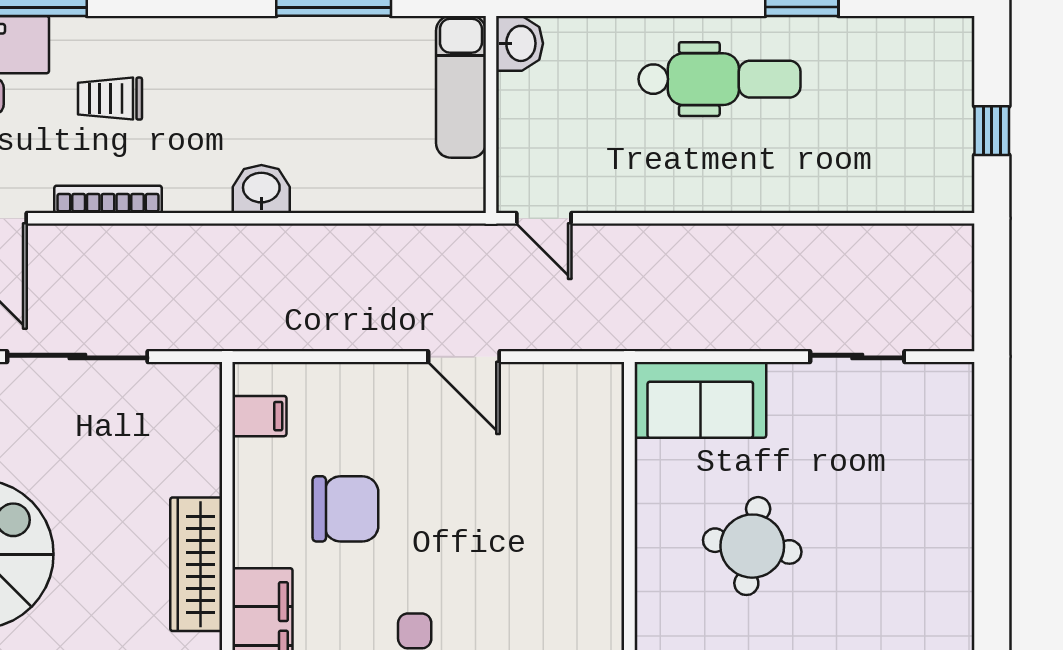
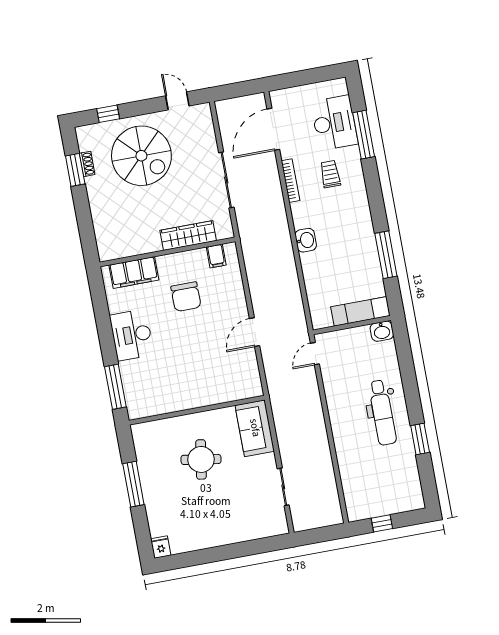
wardrobe: (196, 564) -> (188, 236), moved

